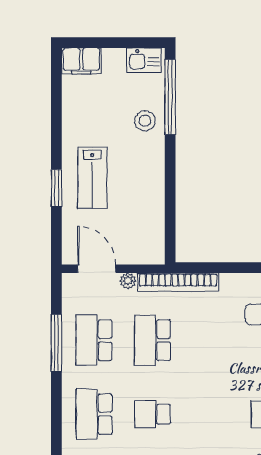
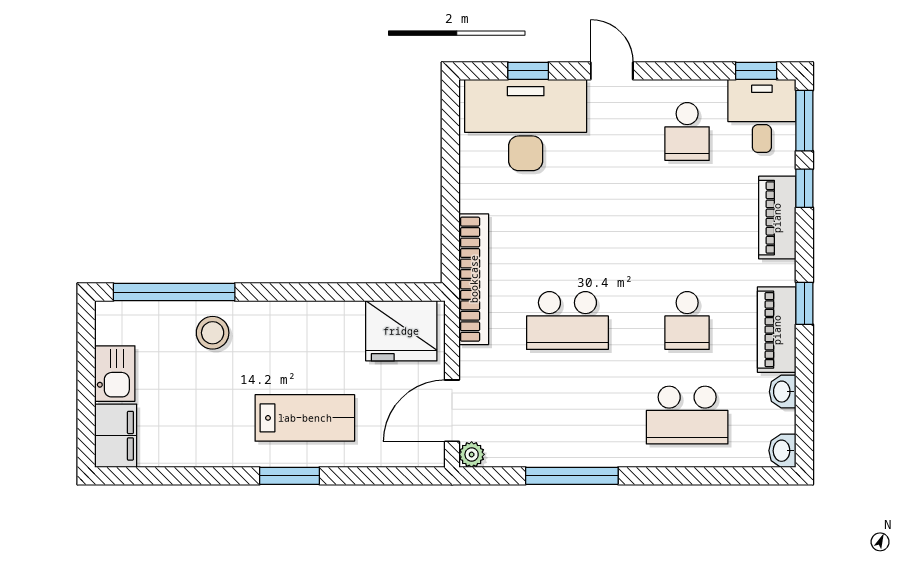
kitchen sink: (144, 60) -> (115, 374), moved
window: (56, 188) -> (289, 476), moved
fridge: (146, 237) -> (401, 331), added
plant: (128, 281) -> (472, 454), moved
school desk: (94, 340) -> (567, 415), removed

